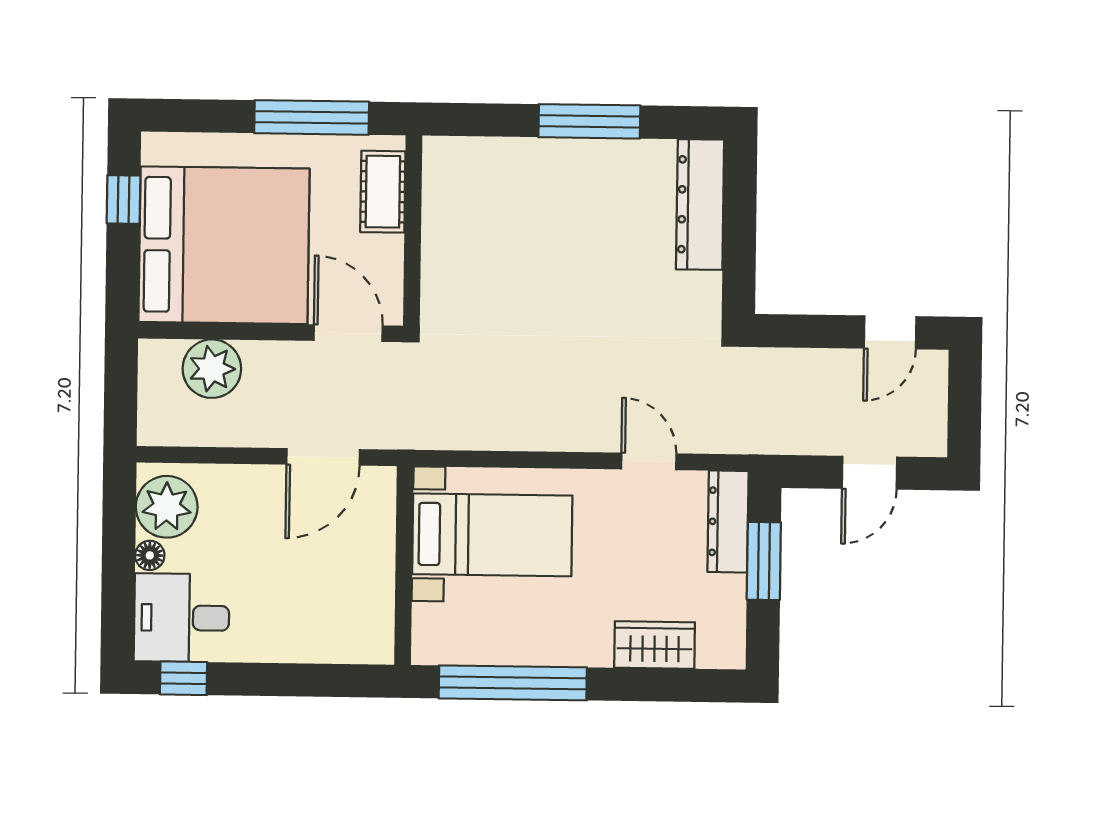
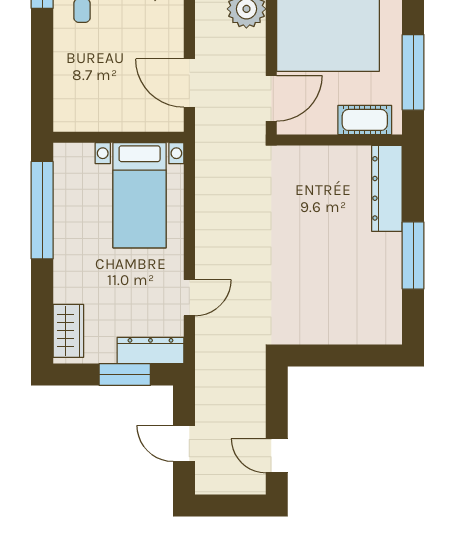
dresser: (700, 205) -> (387, 188), moved, turned -90
wardrobe: (655, 645) -> (68, 331), moved

